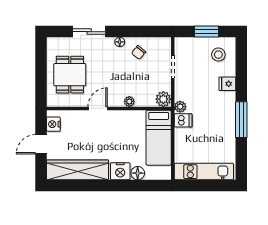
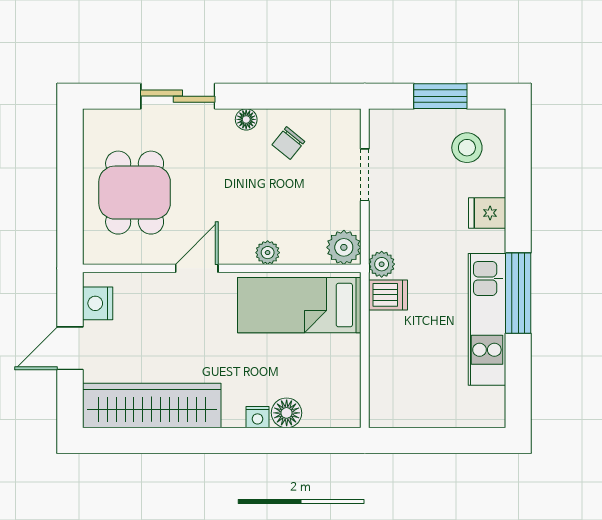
bed: (159, 138) -> (299, 305), moved, turned 90
nightstand: (120, 171) -> (258, 417), width x0.53, depth x0.56
kitchen unit: (204, 172) -> (487, 319), moved, turned -90

